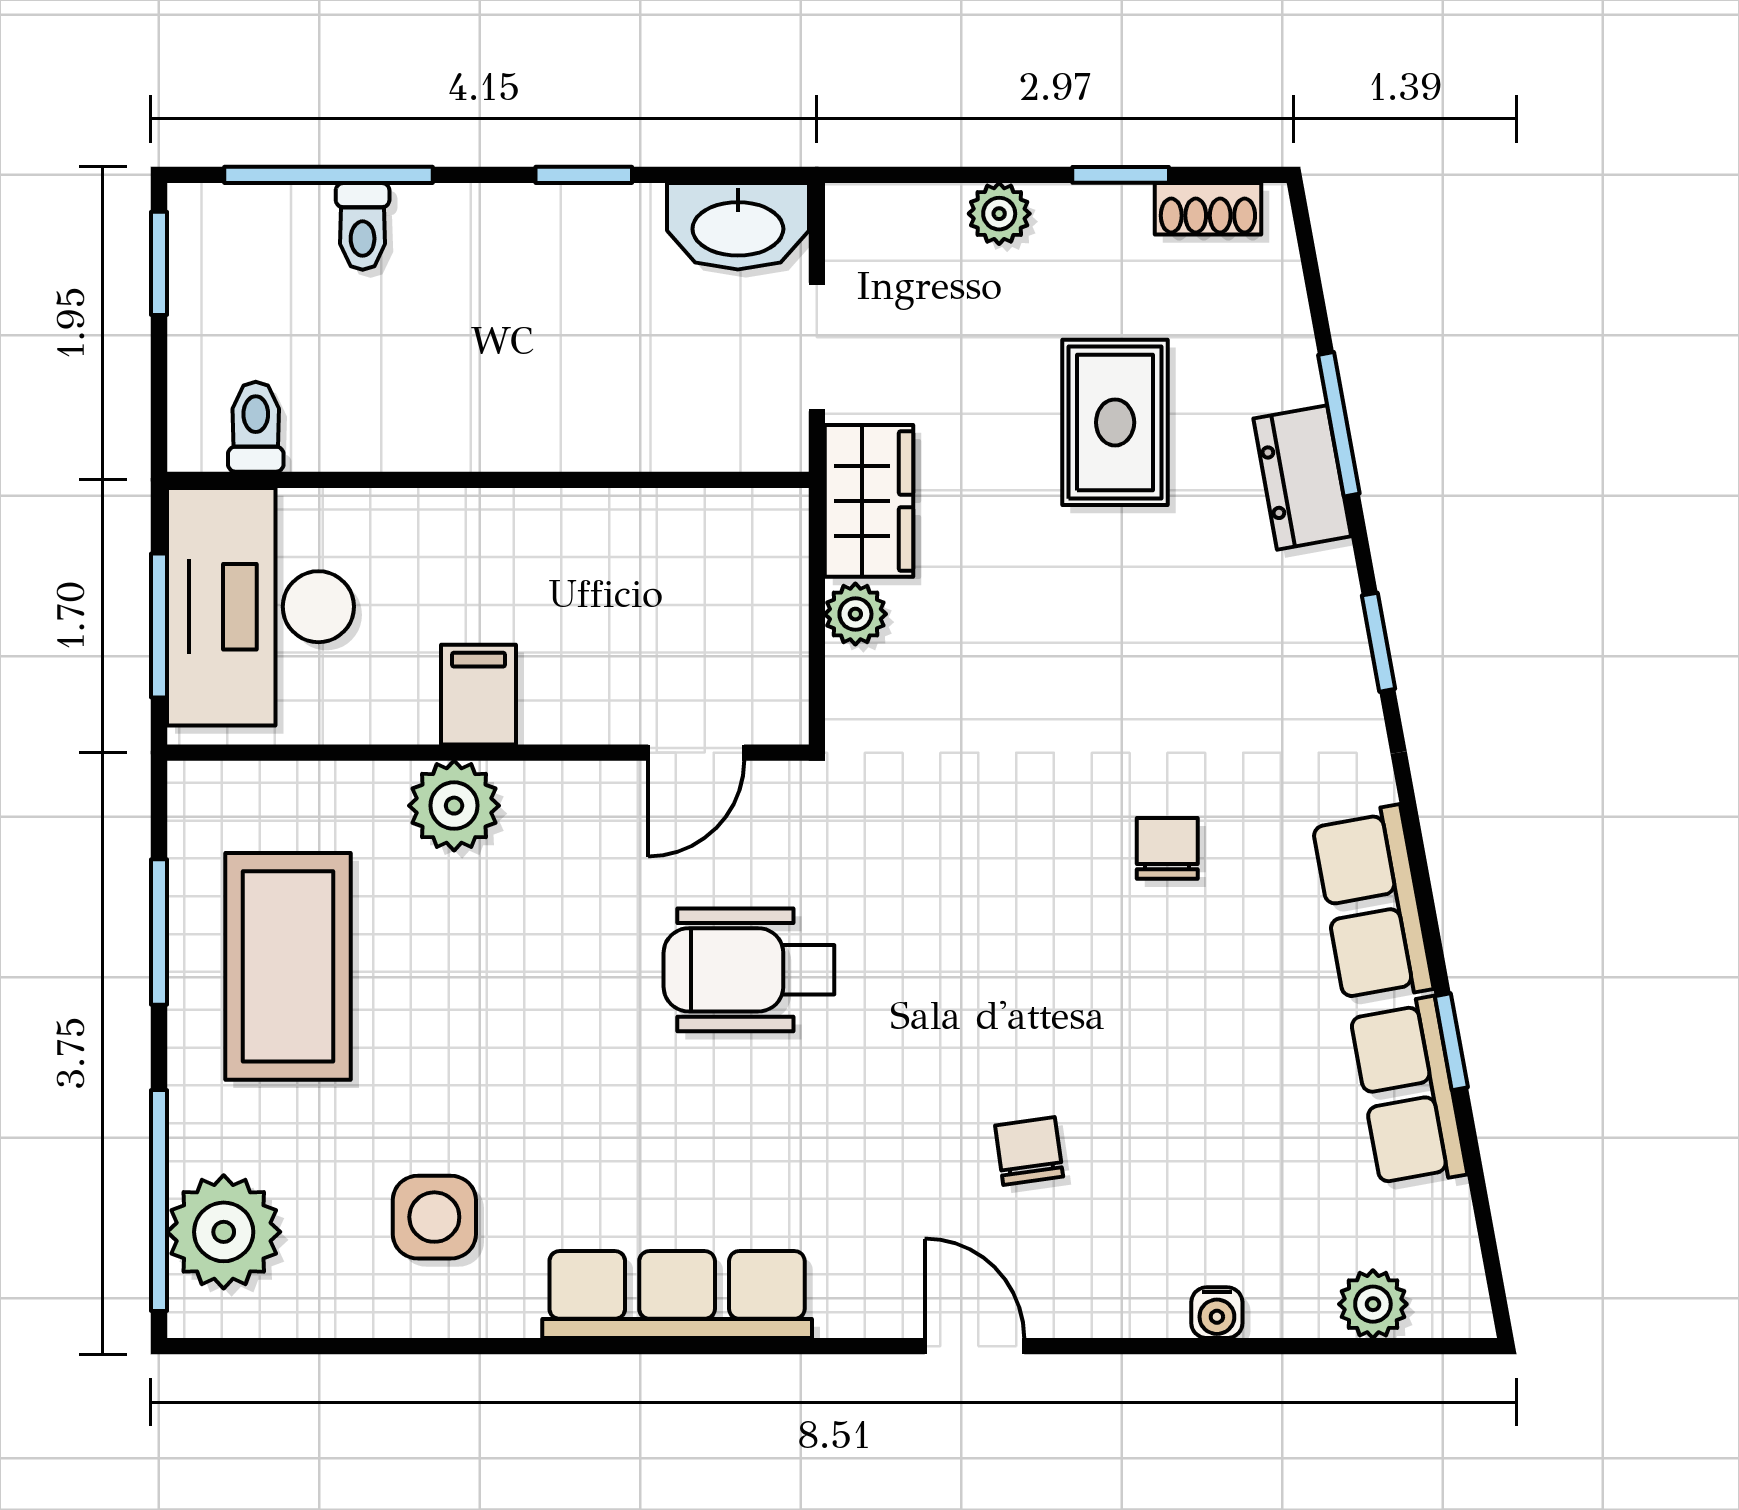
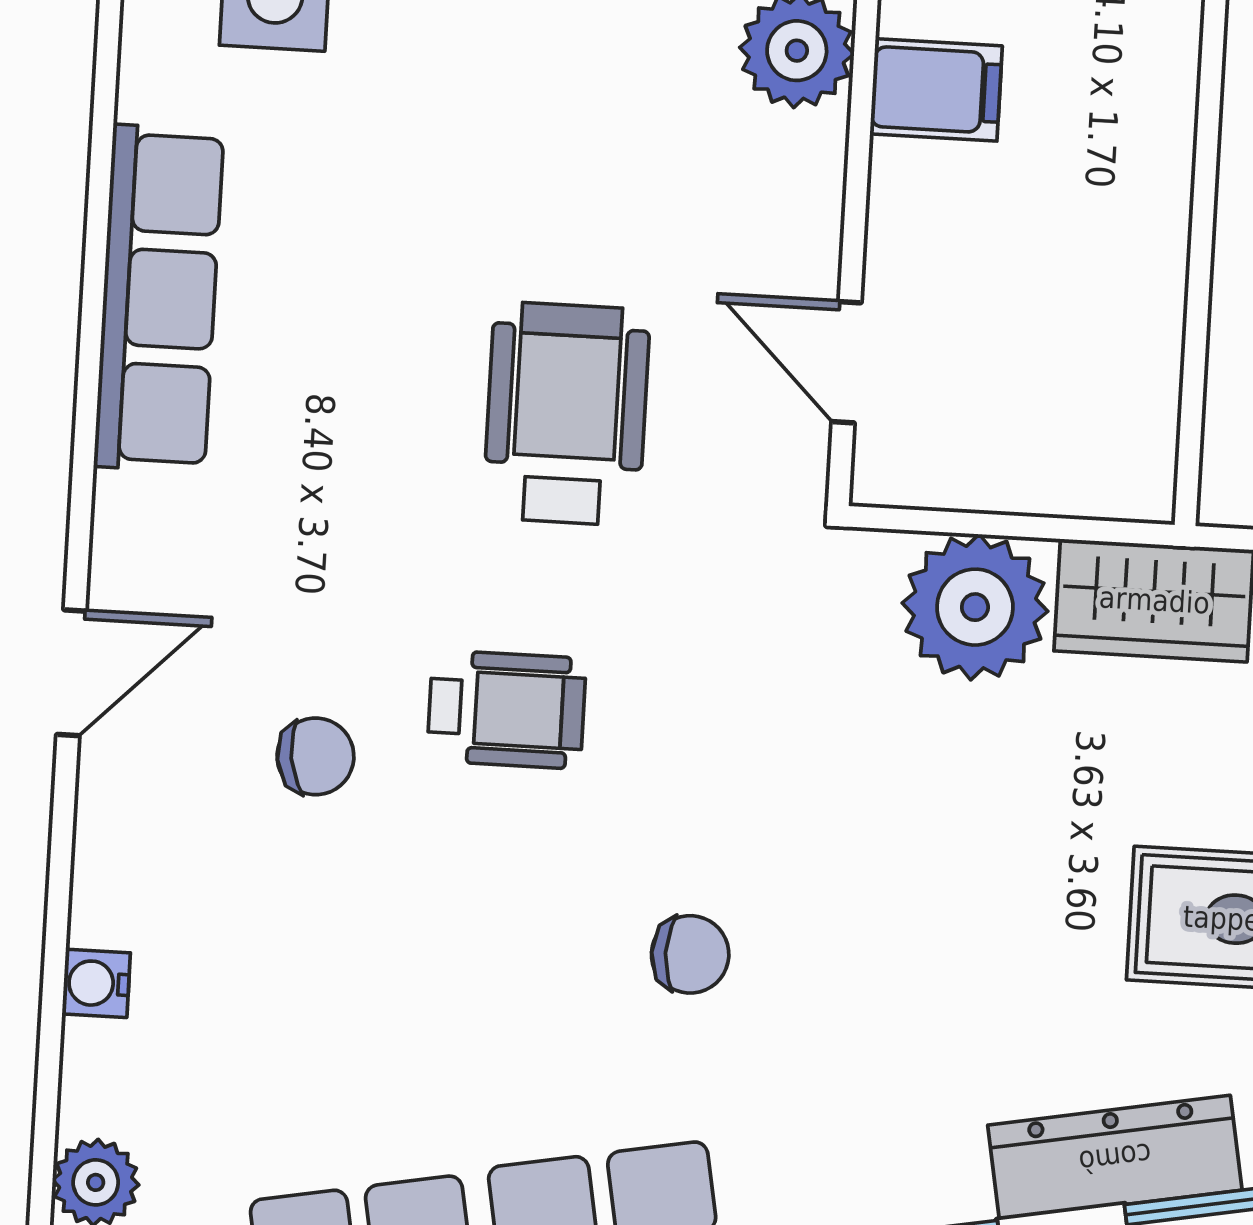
dresser: (1302, 477) -> (1115, 1158), width x1.44
plant: (855, 614) -> (975, 607), width x1.88, depth x1.88
wheelchair: (984, 1003) -> (506, 709), added

